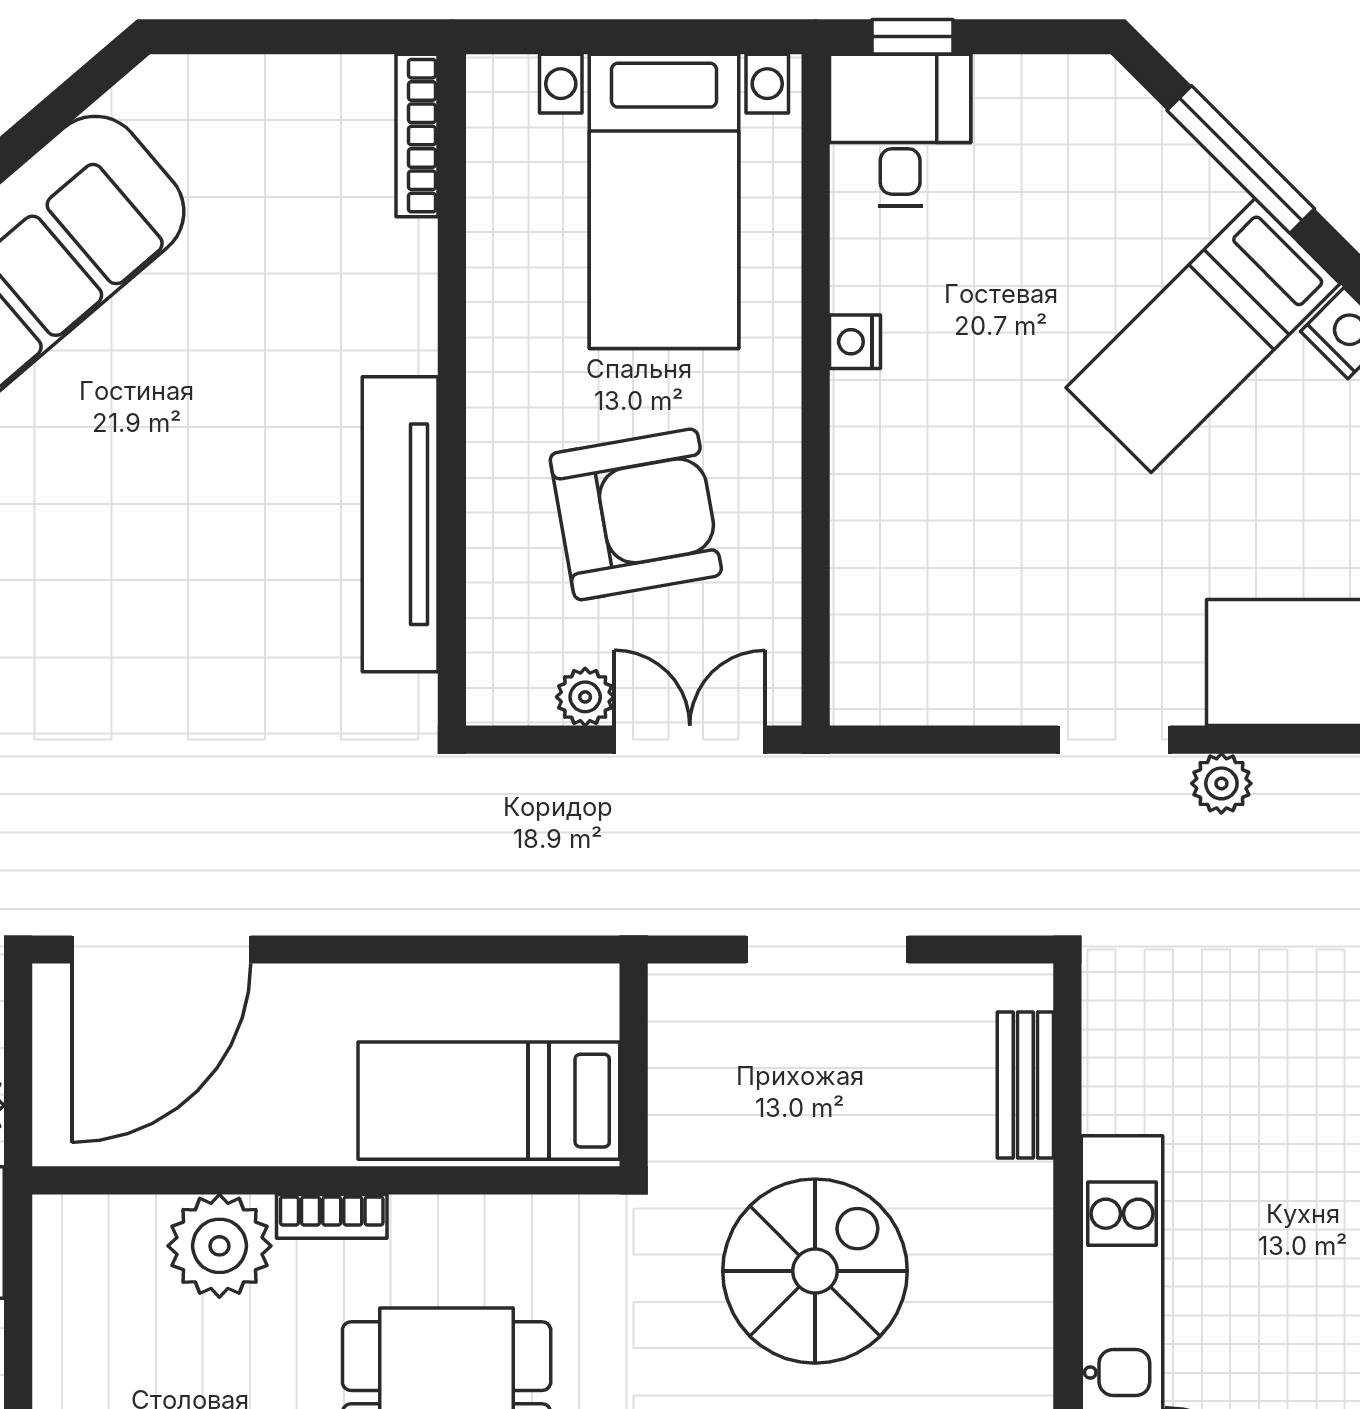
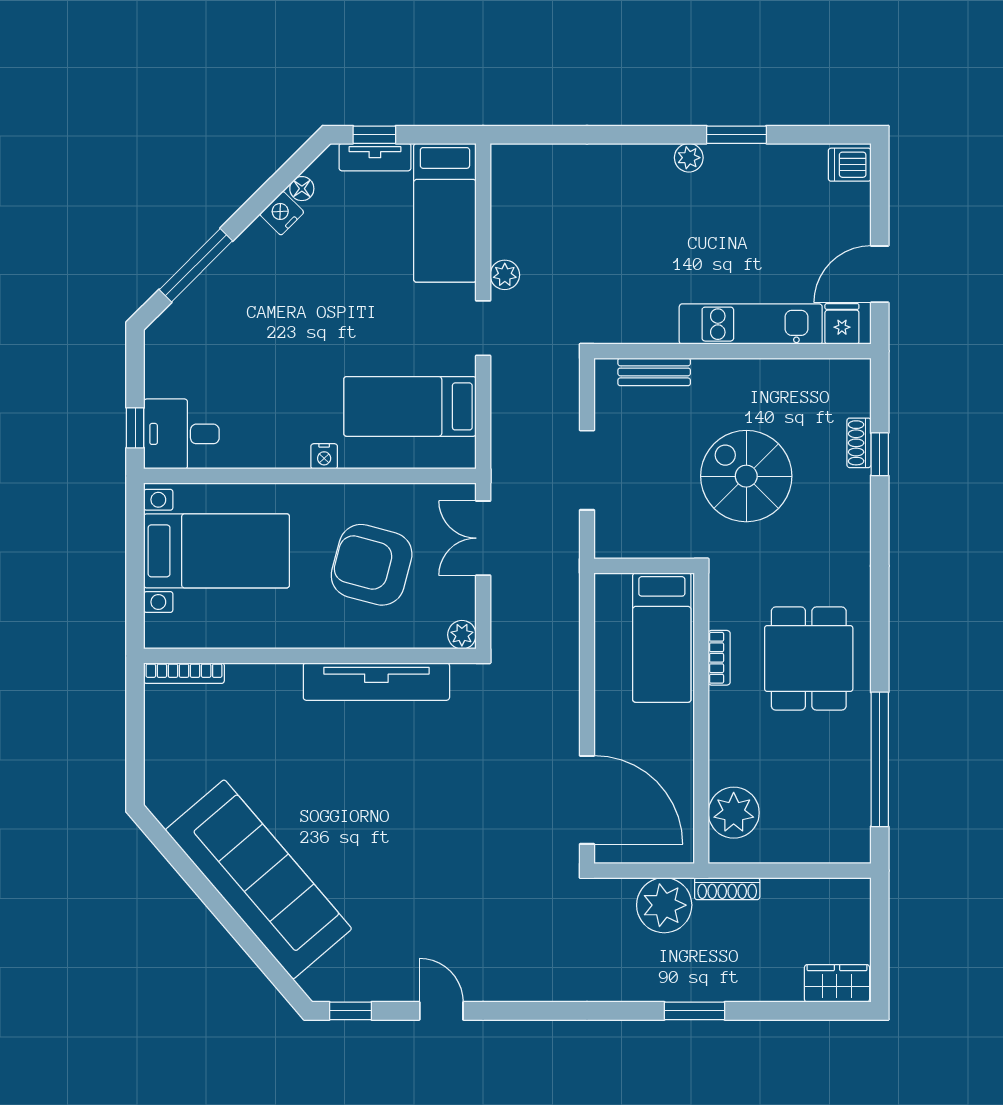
bed: (1203, 336) -> (410, 406), moved, turned 135
nightstand: (855, 342) -> (324, 456), moved
armchair: (636, 514) -> (372, 565), turned -65
plant: (585, 697) -> (462, 635), moved
bookcase: (332, 1216) -> (719, 658), moved
plant: (219, 1246) -> (734, 813), moved

